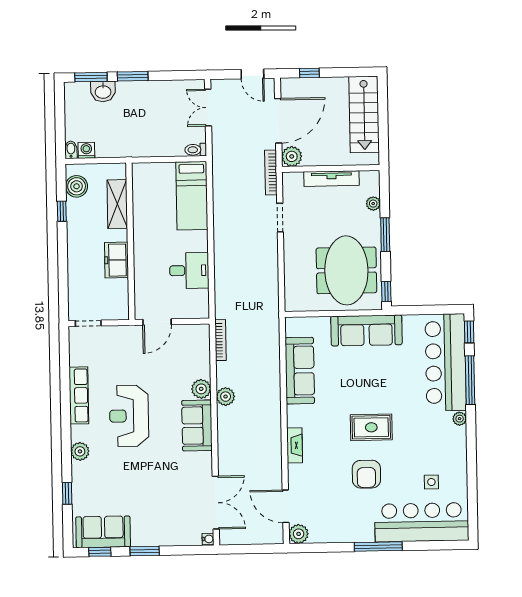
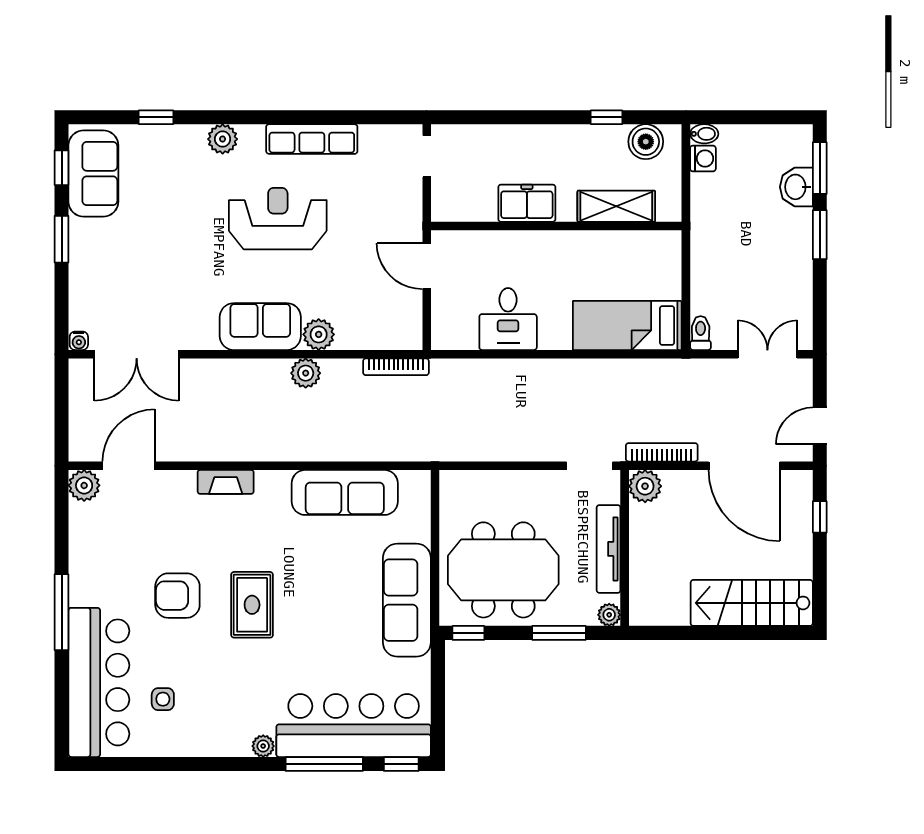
plant: (292, 156) -> (645, 486), moved
wall: (331, 169) -> (625, 548), moved
tv unit: (331, 179) -> (609, 549), moved

